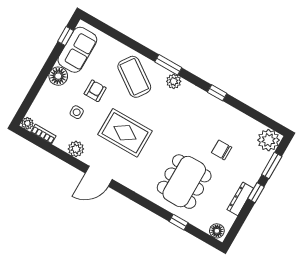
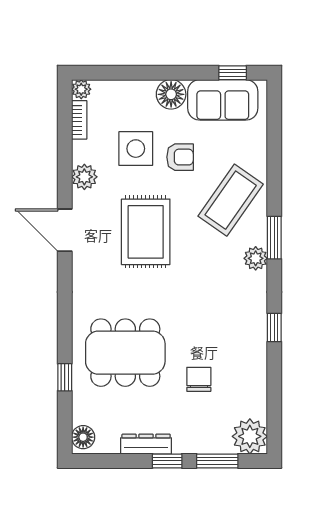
side table: (77, 112) -> (136, 149), width x1.87, depth x1.87

